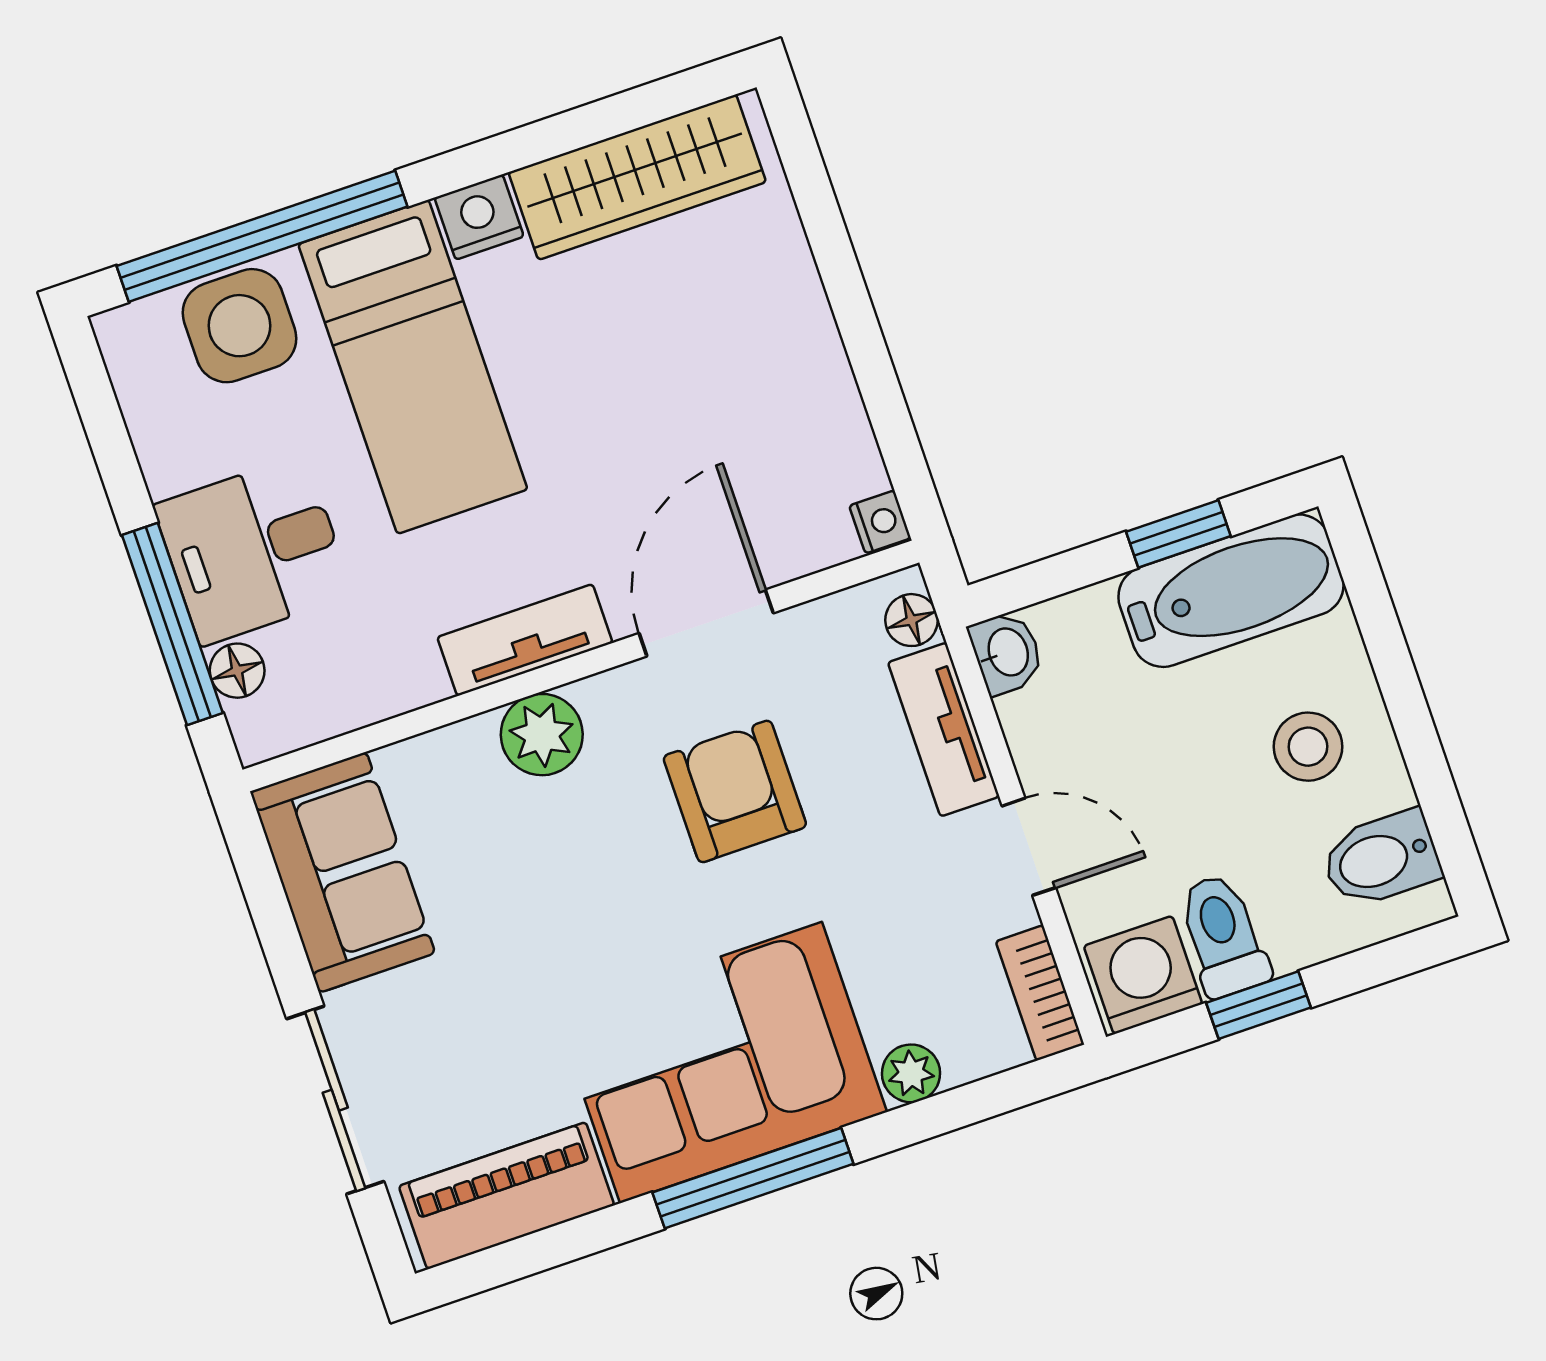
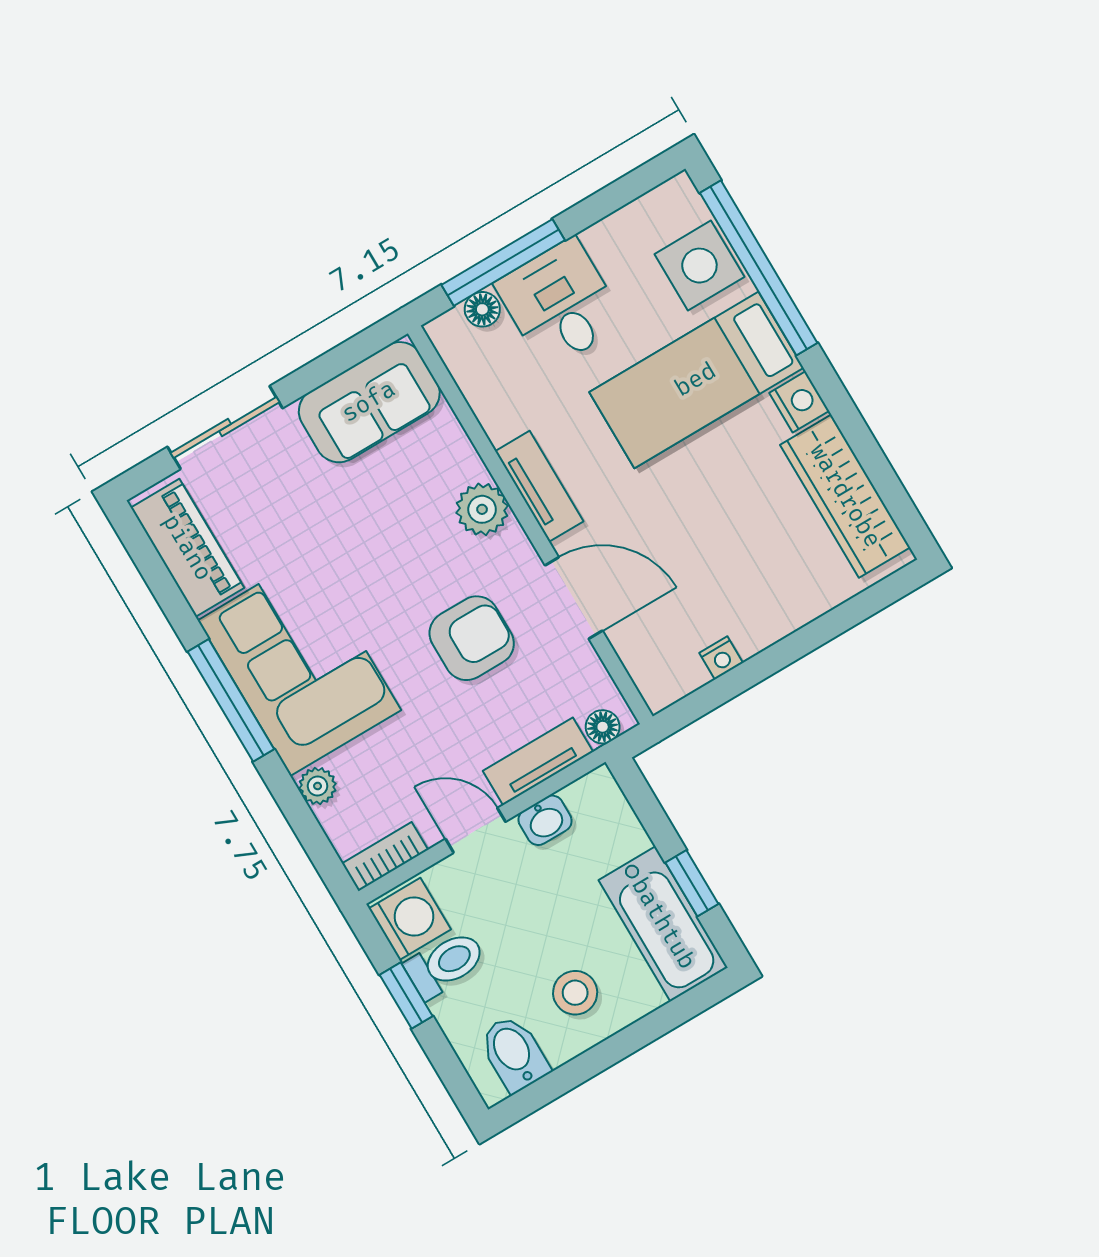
nightstand: (880, 522) -> (721, 658), moved
washbasin: (1007, 653) -> (545, 820), moved
door: (1029, 847) -> (475, 830), swing flipped

